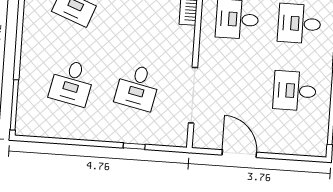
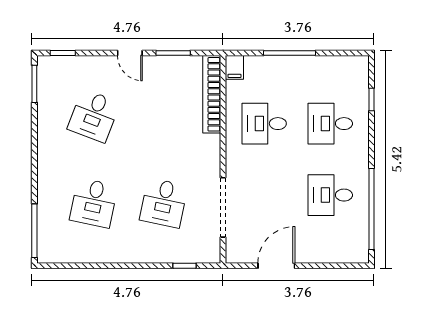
window: (134, 146) -> (184, 266), moved
door: (239, 154) -> (276, 266), hinge flipped

